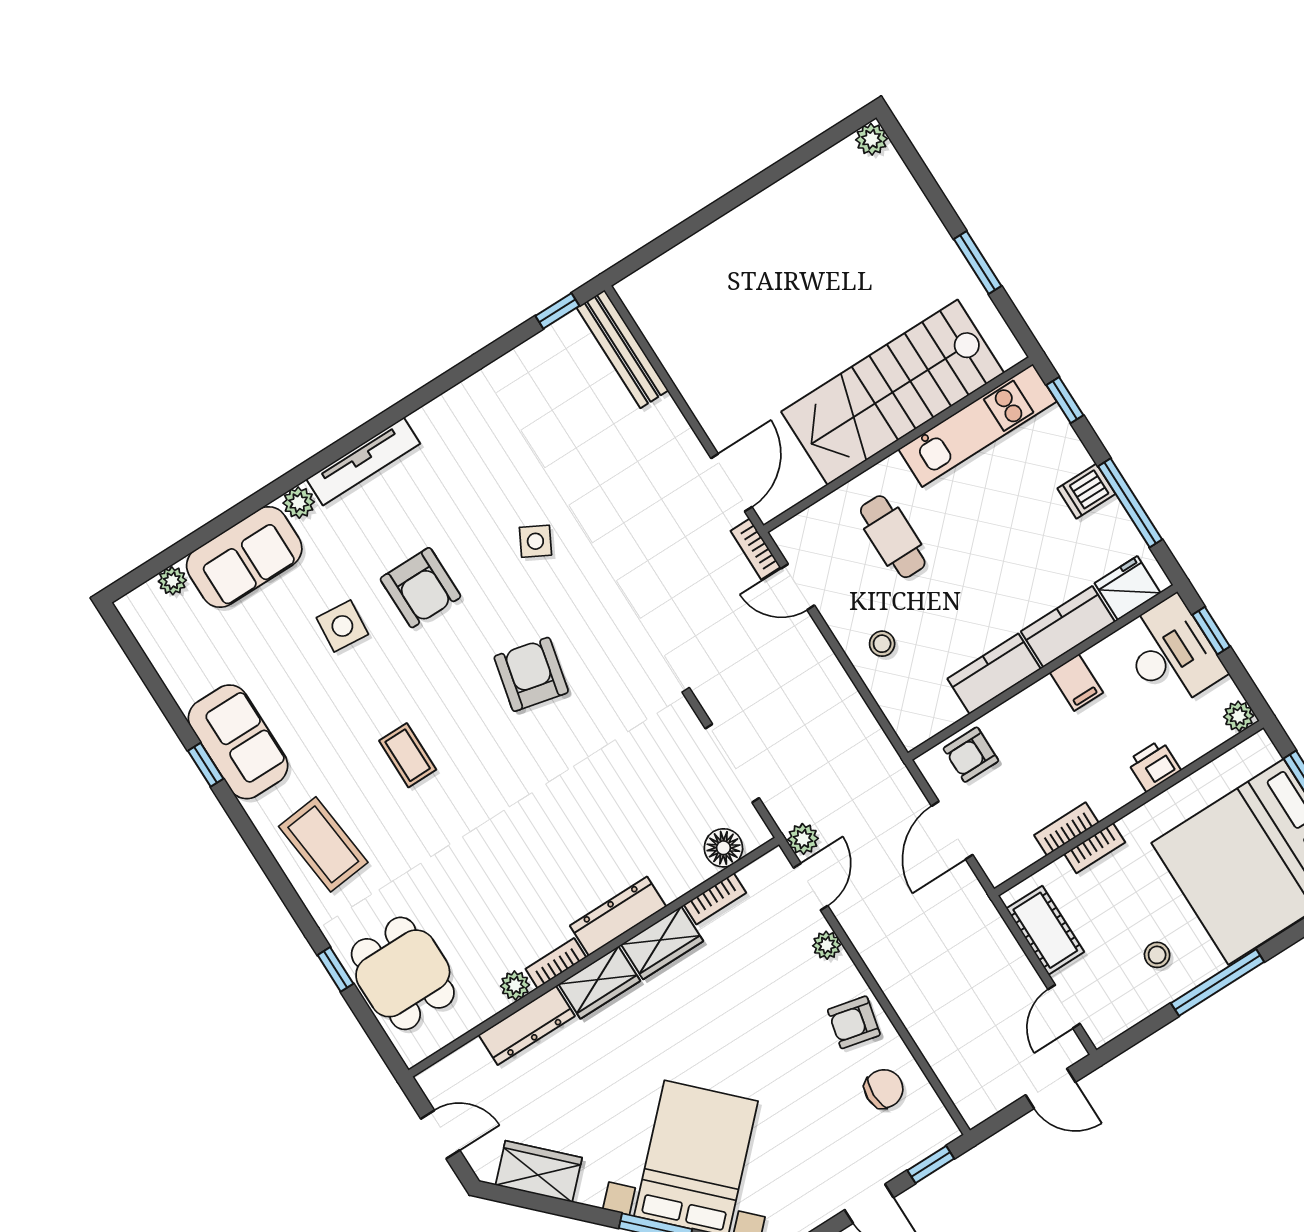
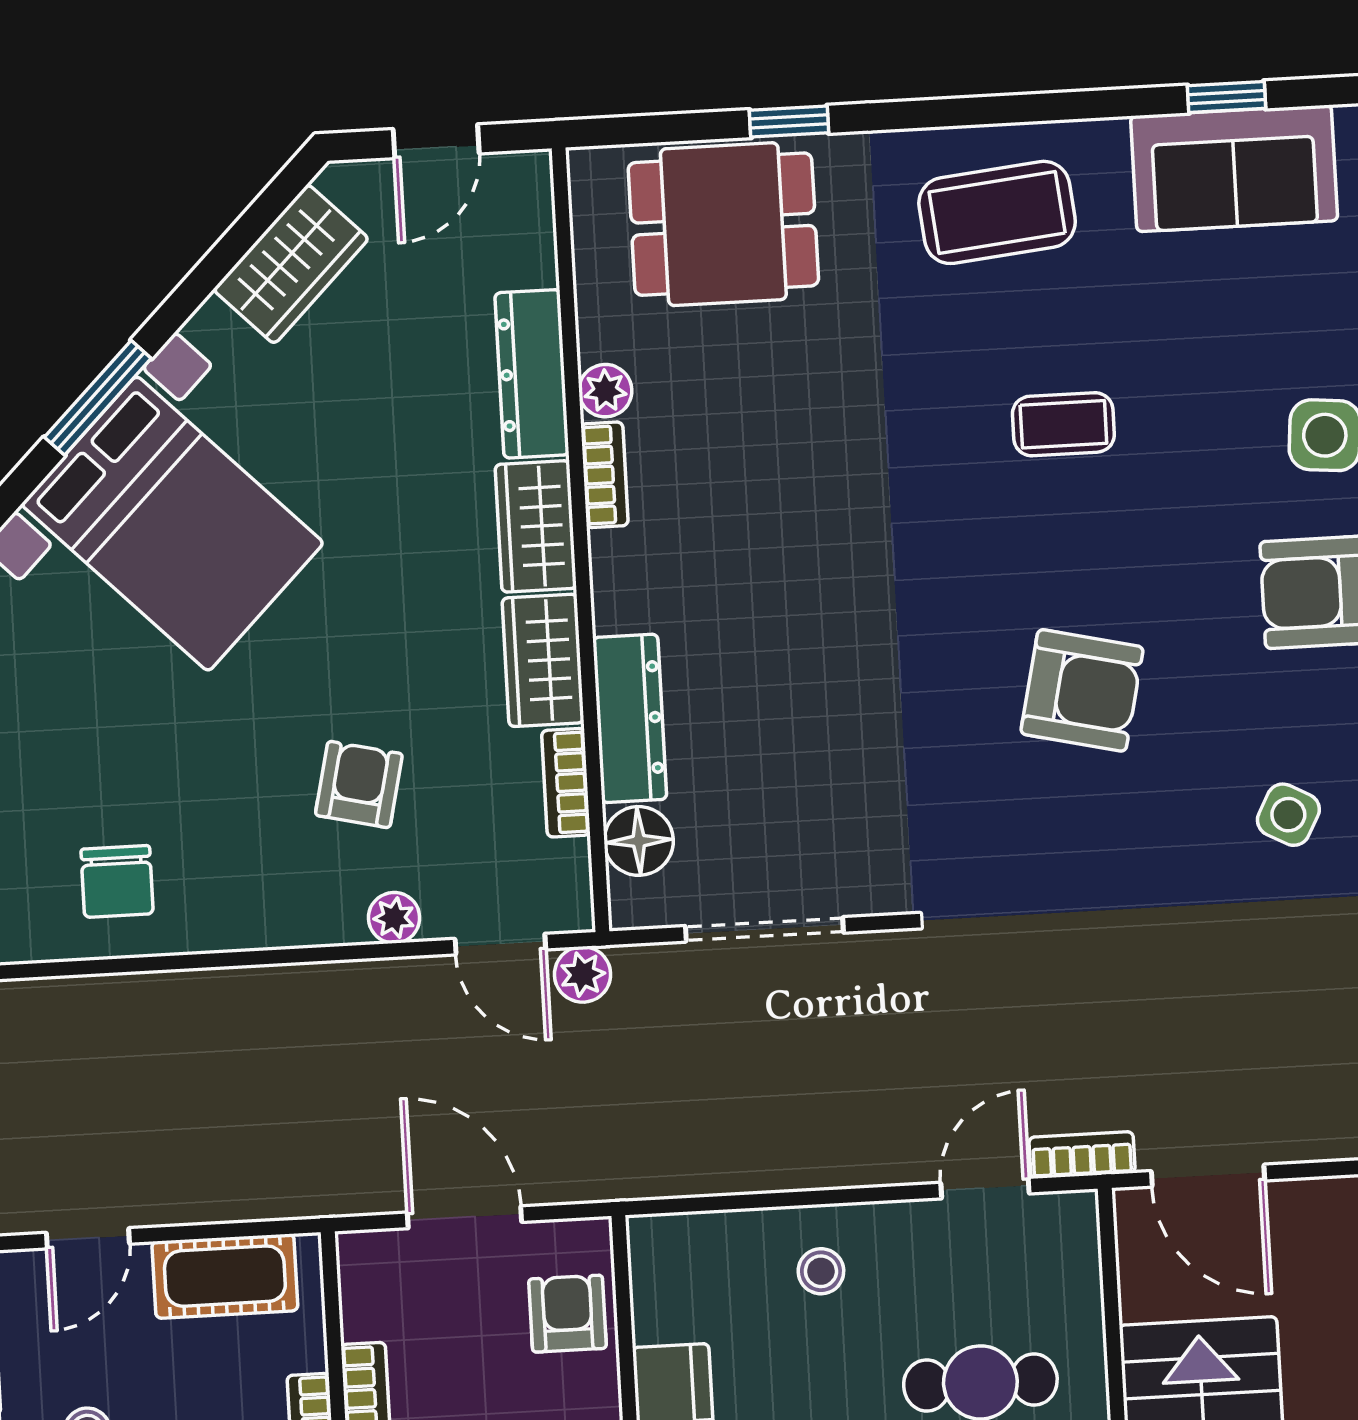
dresser: (618, 916) -> (630, 718), moved
door: (1064, 1007) -> (88, 1238), swing flipped
armchair: (854, 1022) -> (359, 784), moved

